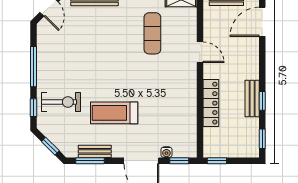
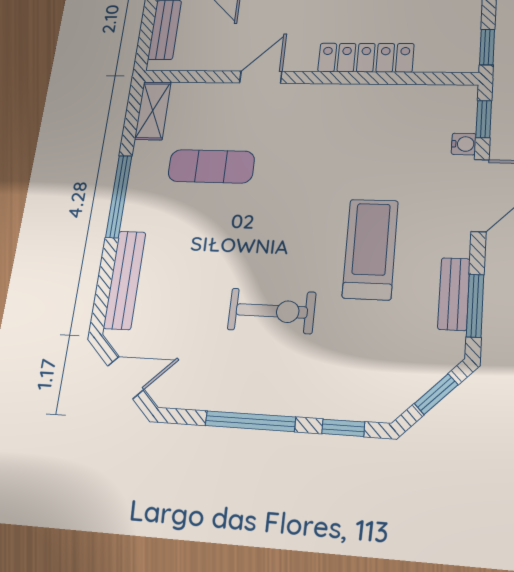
exercise bike: (61, 102) -> (272, 311), moved, turned 90
treadmill: (114, 113) -> (370, 249), turned 180

